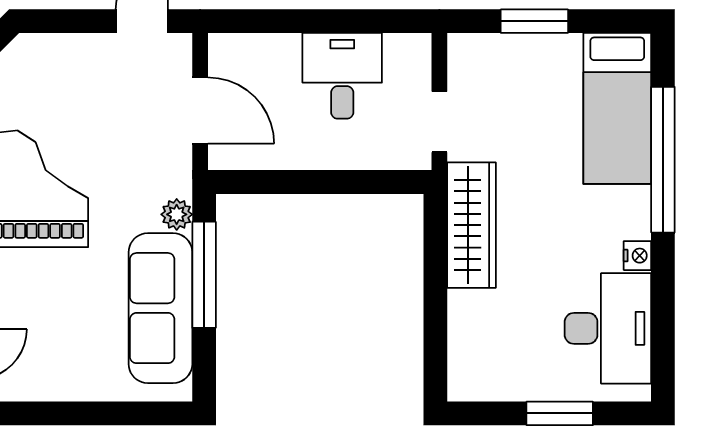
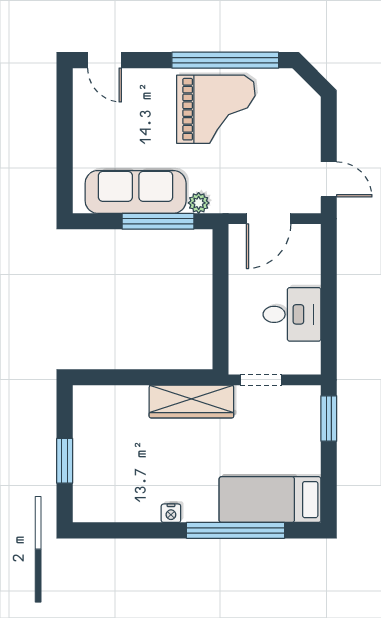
window: (534, 21) -> (329, 419), moved
desk: (608, 328) -> (122, 493), removed

